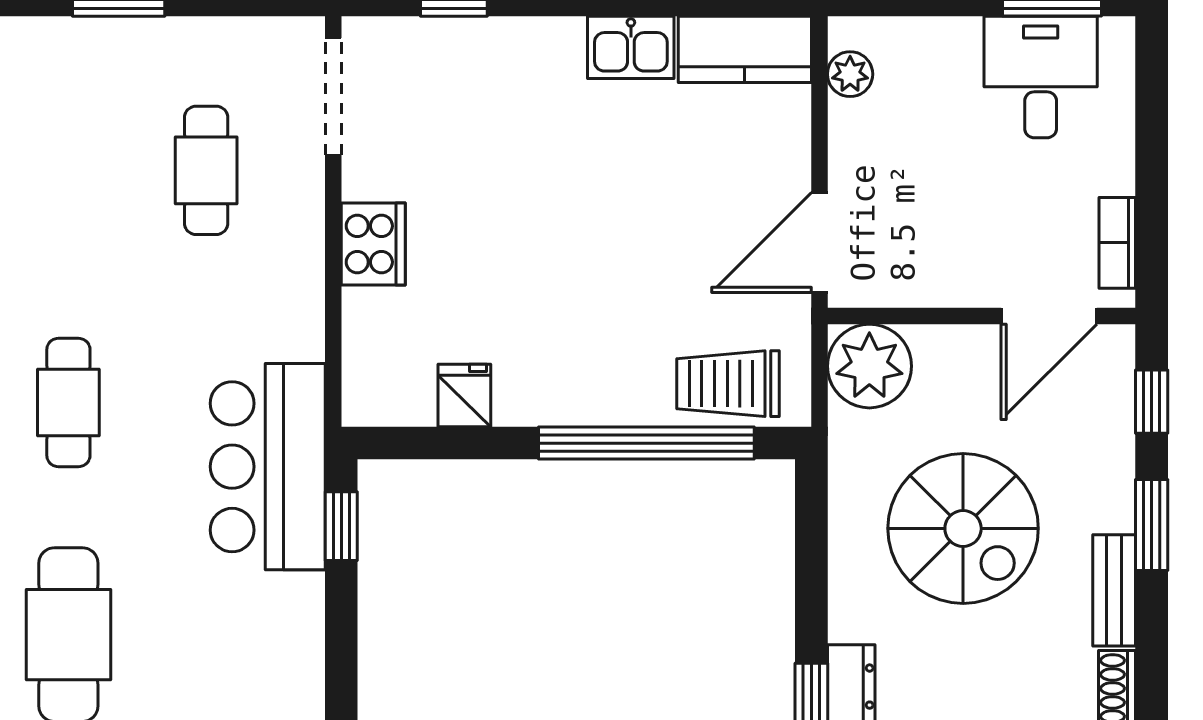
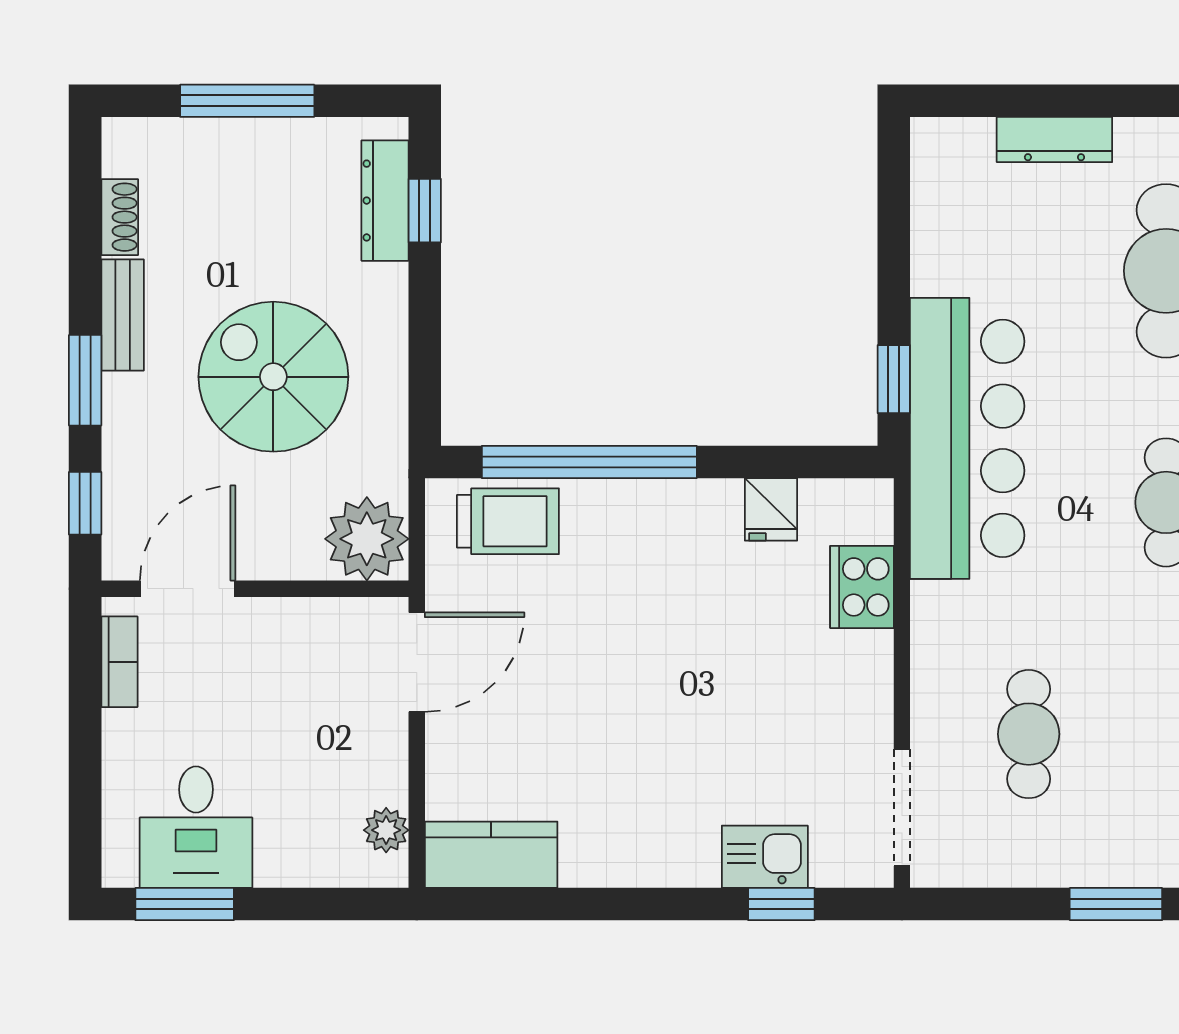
kitchen sink: (631, 47) -> (765, 857), moved
cooker: (373, 244) -> (862, 587), moved
bar counter: (268, 467) -> (967, 438), width x1.36

